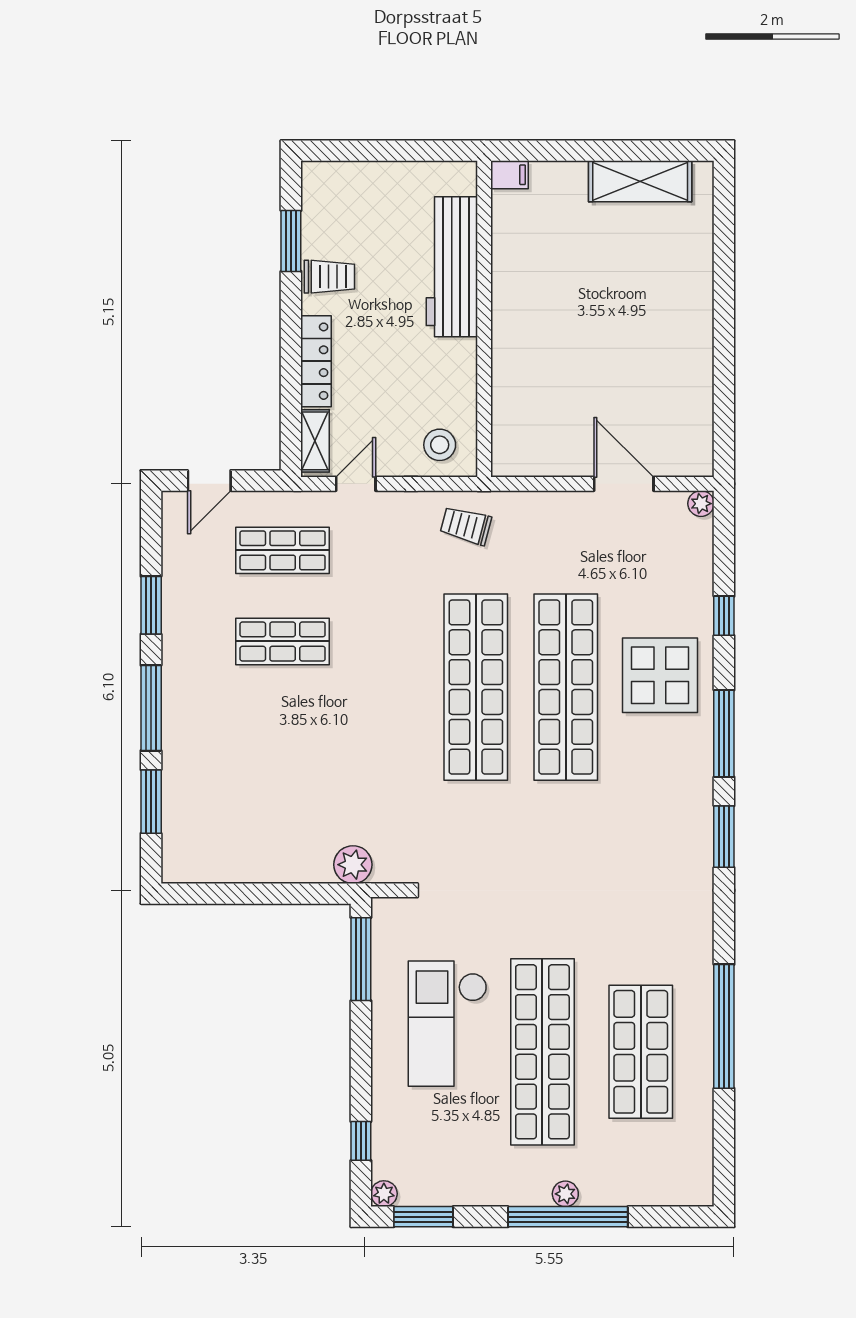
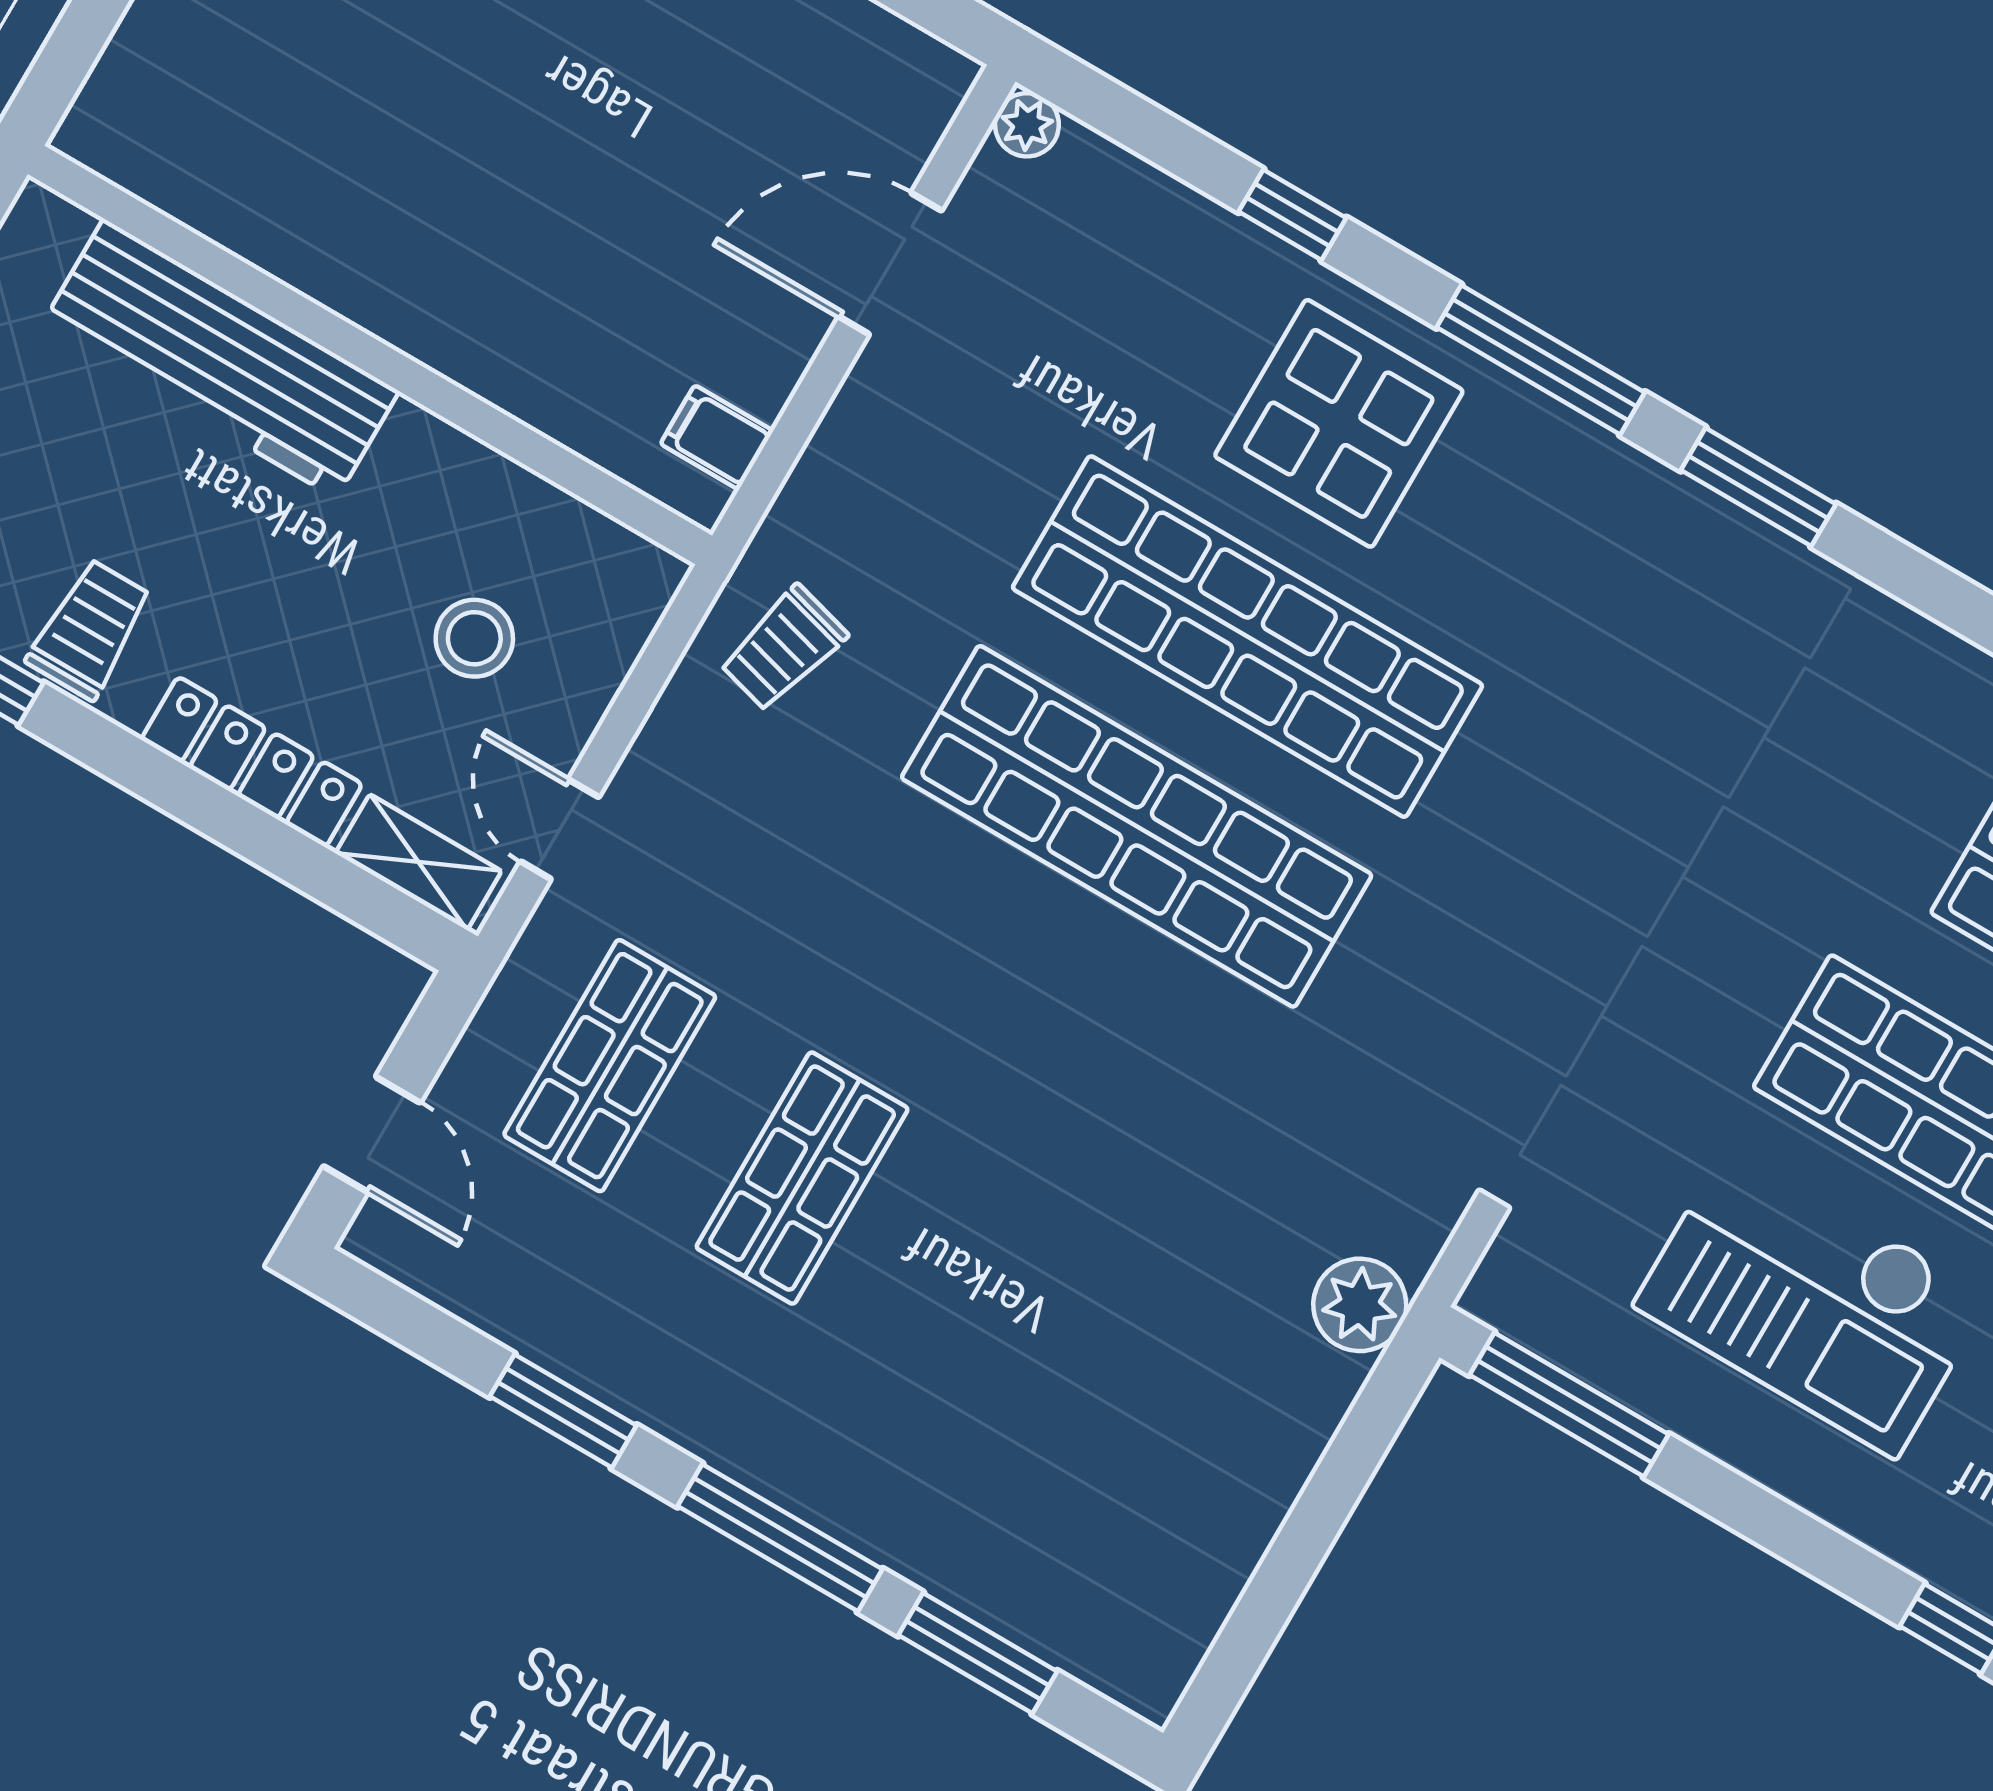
filing cabinet: (509, 175) -> (717, 437), moved, turned -90
stool: (440, 445) -> (474, 638), moved

